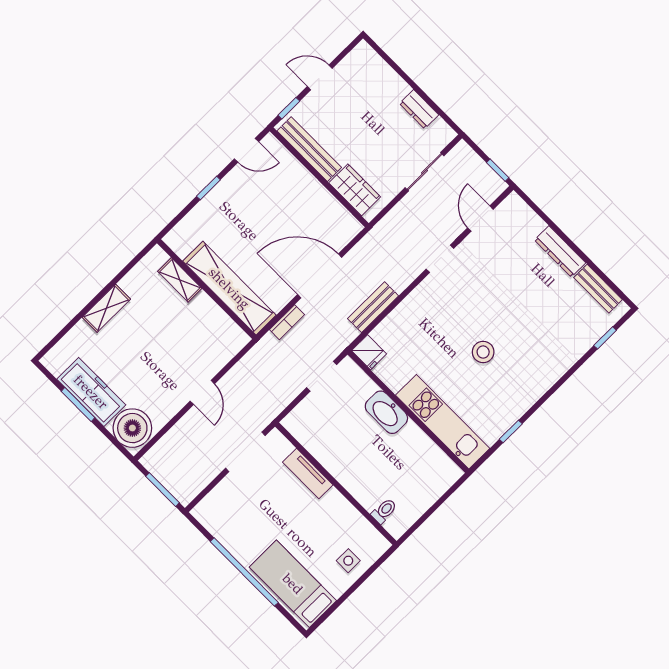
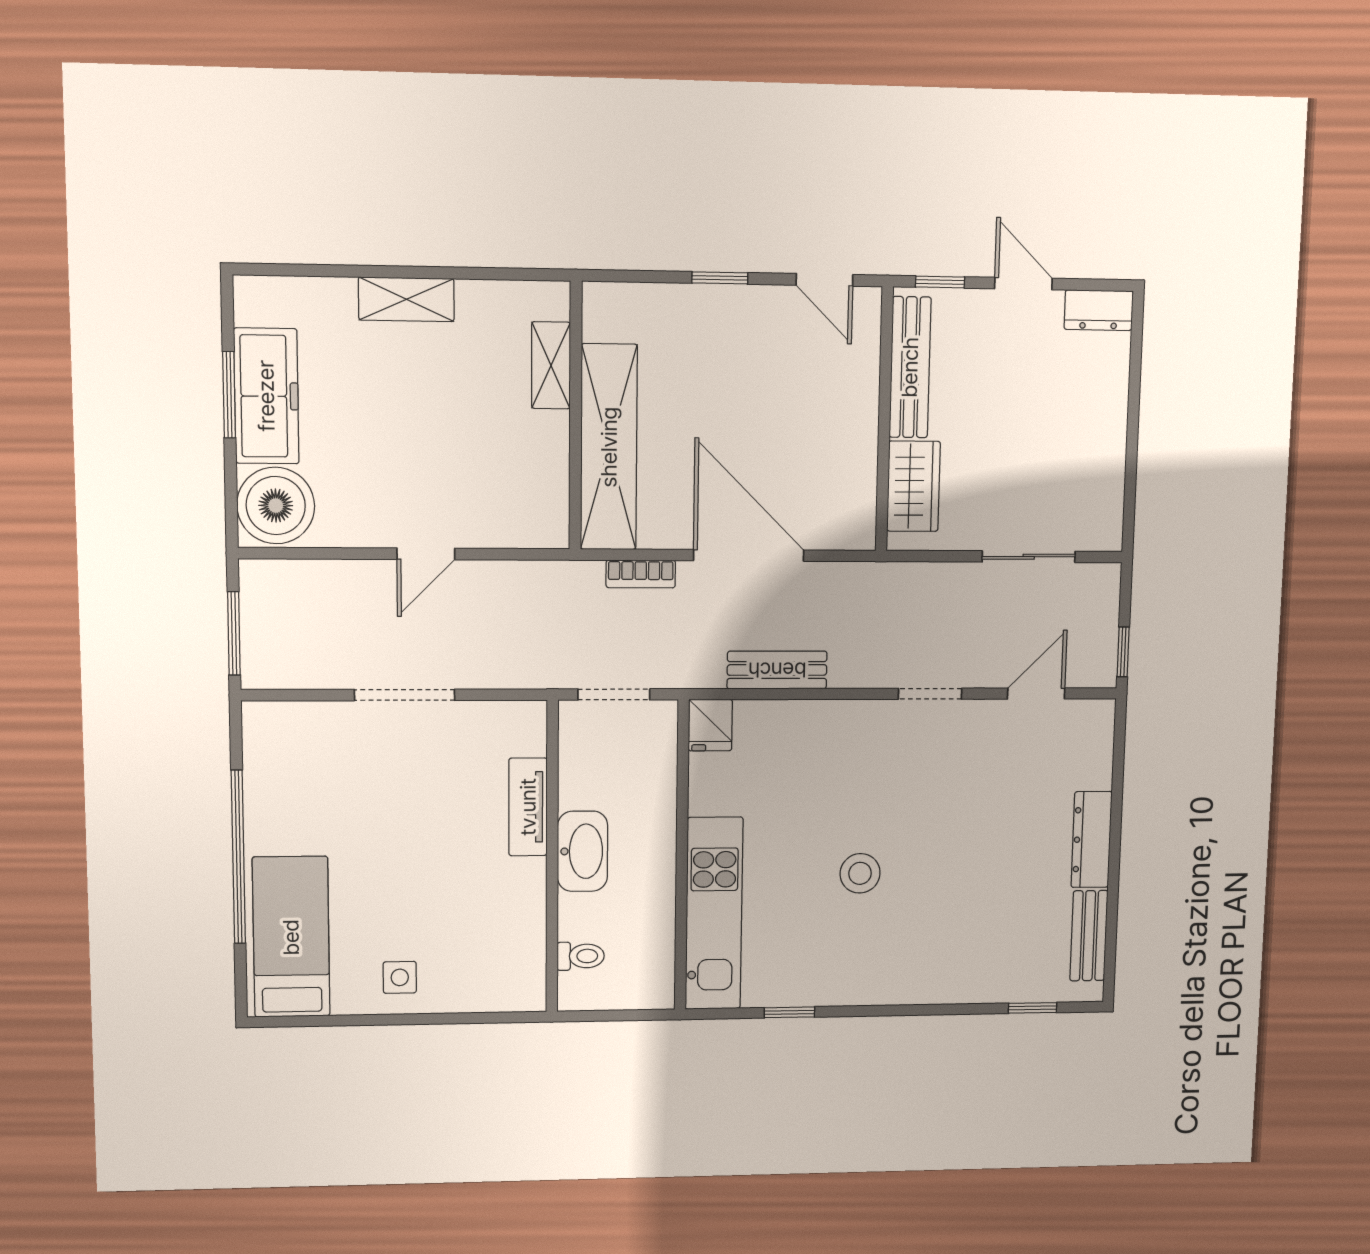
dresser: (419, 109) -> (1099, 310), moved, turned -90
washbasin: (386, 412) -> (582, 851), moved, turned 180
tv unit: (308, 473) -> (528, 807), moved
wall: (336, 484) -> (552, 857), moved
toilet: (384, 511) -> (581, 956), moved

